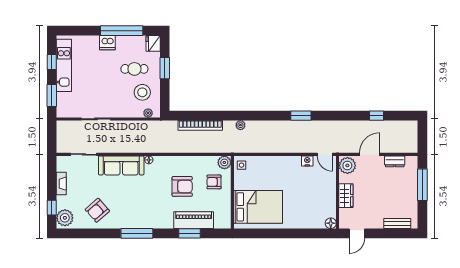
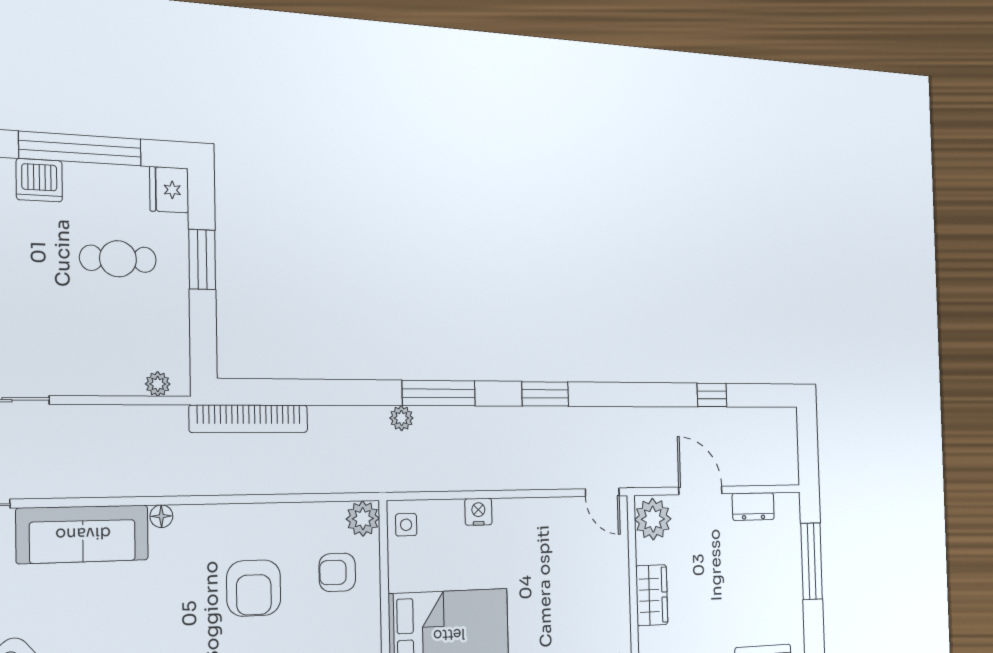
stool: (142, 92) -> (141, 325), removed
window: (256, 116) -> (439, 393), added
bookcase: (200, 125) -> (249, 419), moved
door: (370, 154) -> (700, 490), hinge flipped
nightstand: (307, 161) -> (478, 512), moved
armchair: (182, 186) -> (254, 588), turned 90

